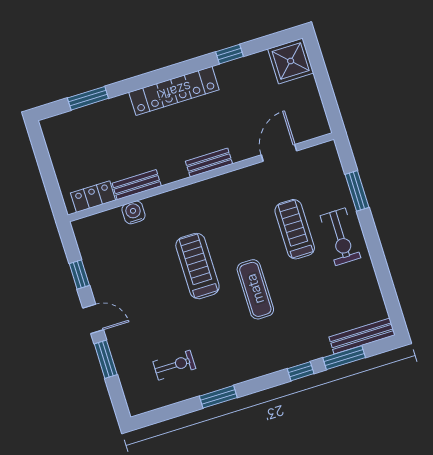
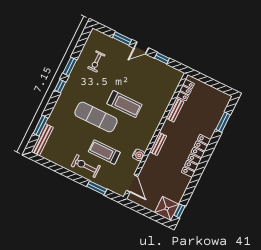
window: (229, 54) -> (179, 211), moved
door: (279, 153) -> (132, 183), moved
water cooler: (133, 212) -> (139, 155), moved
treadmill: (295, 229) -> (104, 152), turned 180
exercise mat: (255, 289) -> (96, 117), width x1.36, depth x1.45
window: (301, 371) -> (60, 86), moved

